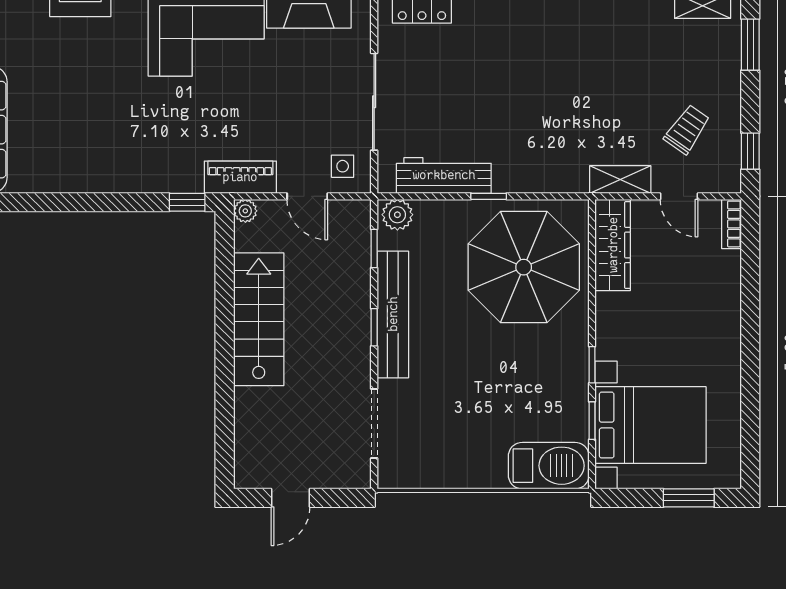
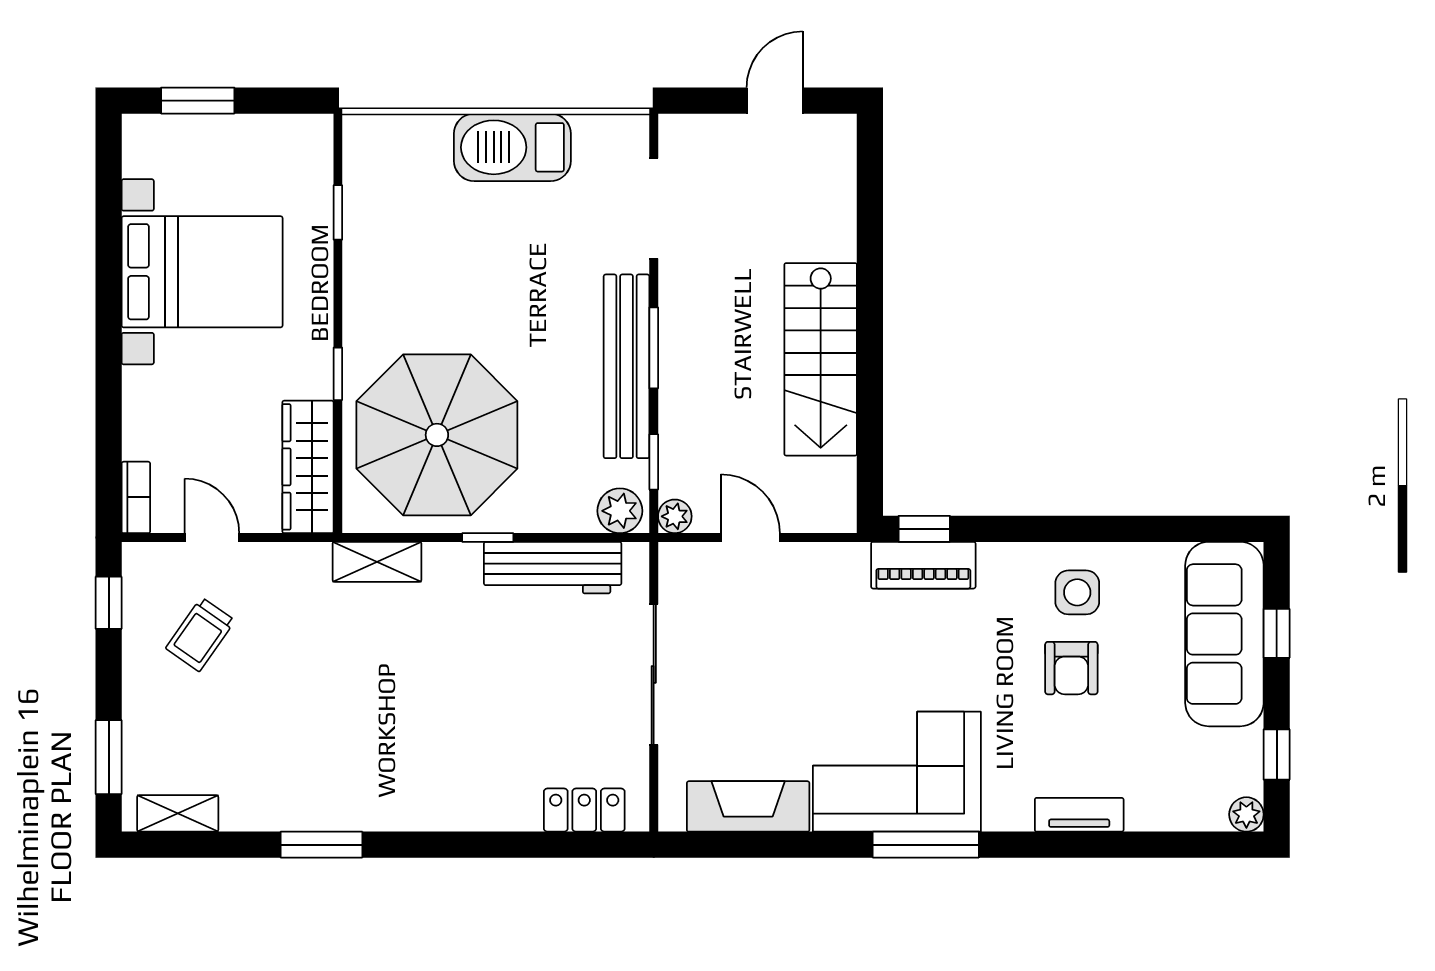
armchair: (86, 106) -> (1071, 668), added
side table: (343, 166) -> (1077, 592), moved, width x1.37, depth x1.37
piano: (240, 177) -> (923, 565), moved
shelving: (620, 180) -> (377, 562), moved
plant: (245, 211) -> (675, 516), moved
window: (374, 327) -> (654, 348), width x1.50
window: (592, 365) -> (338, 374), moved
bed with nightstands: (651, 425) -> (202, 272), moved, turned 180
barbecue: (549, 466) -> (512, 147), moved

